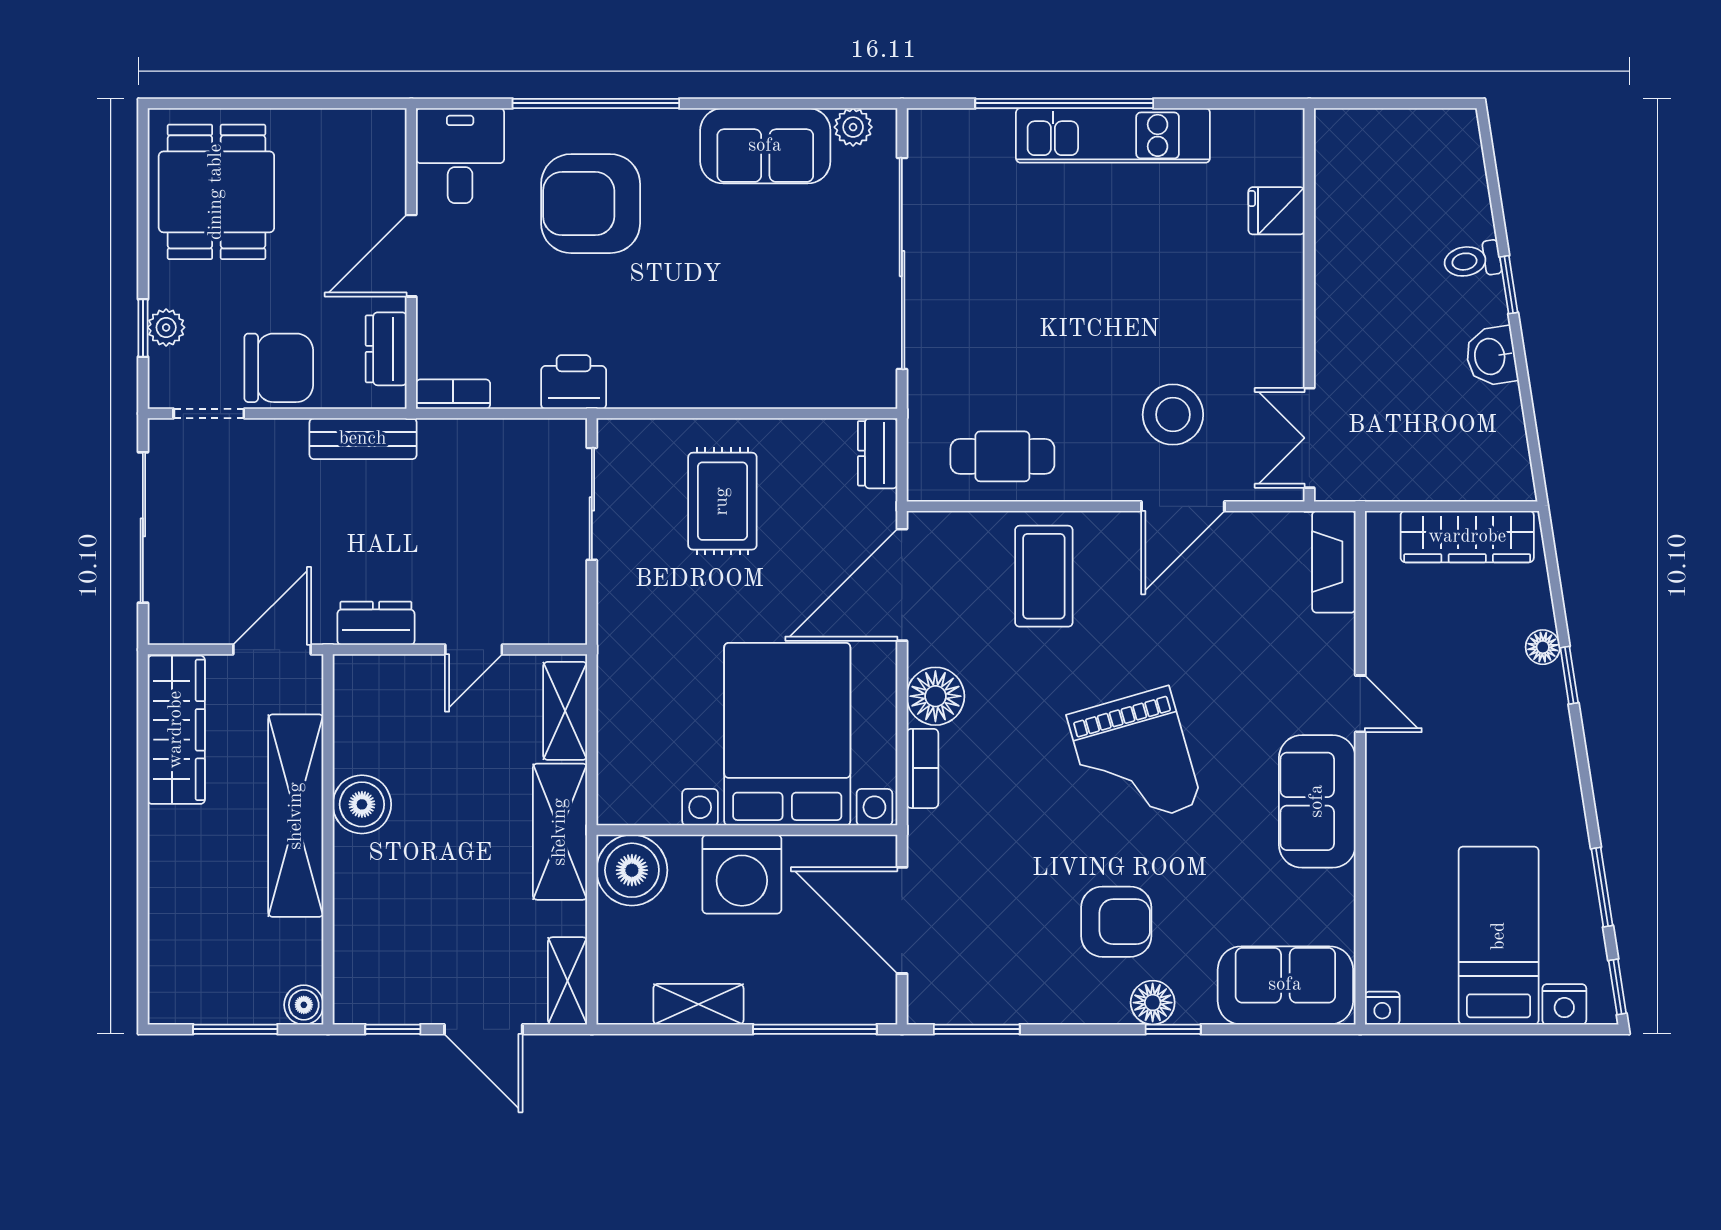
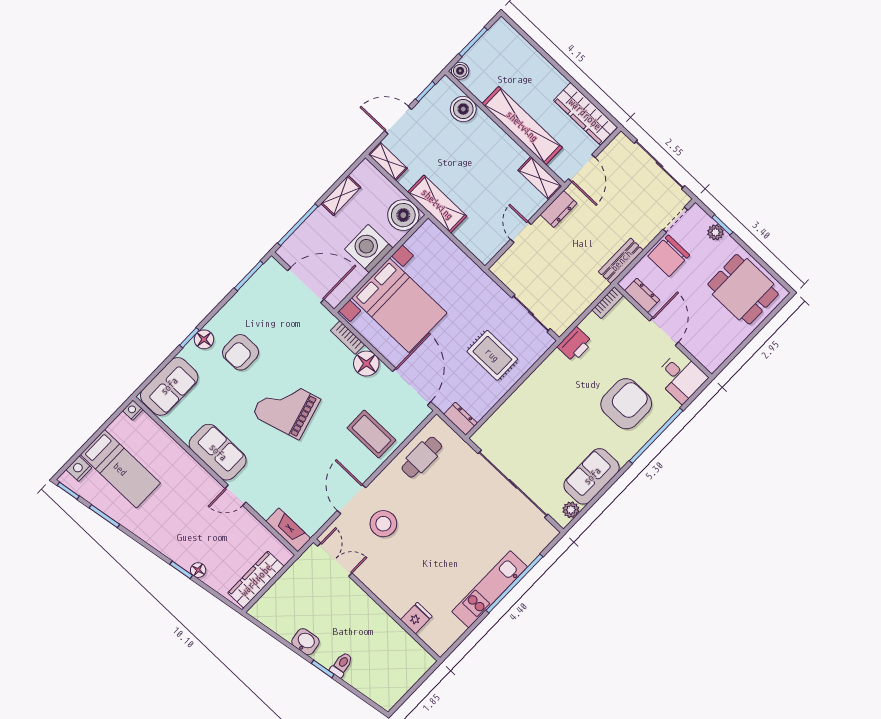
shelving: (565, 711) -> (540, 178), moved
boiler: (362, 804) -> (463, 109), moved

